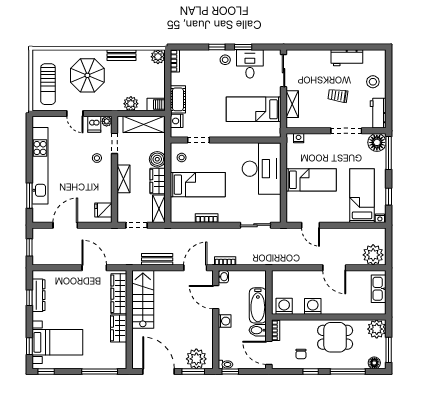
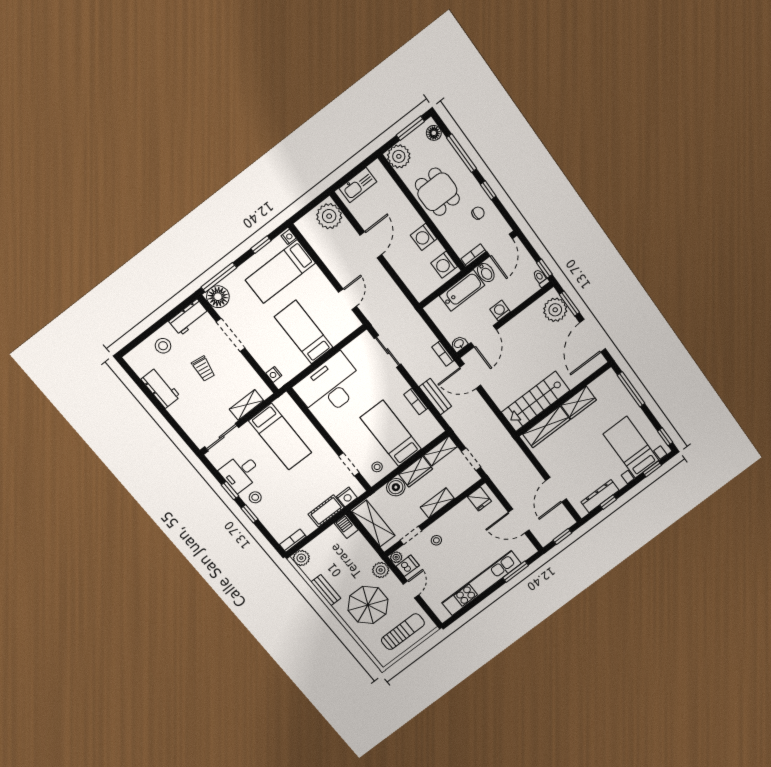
plant: (131, 104) -> (381, 570), moved
bench: (157, 259) -> (435, 397), moved
door: (94, 268) -> (556, 490), moved

